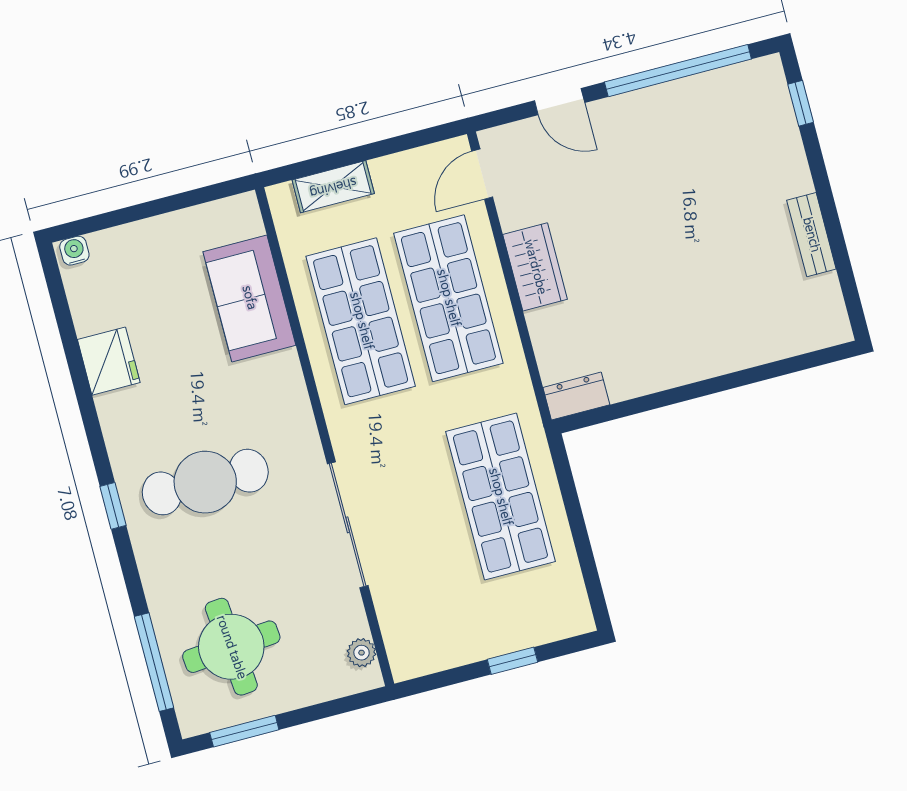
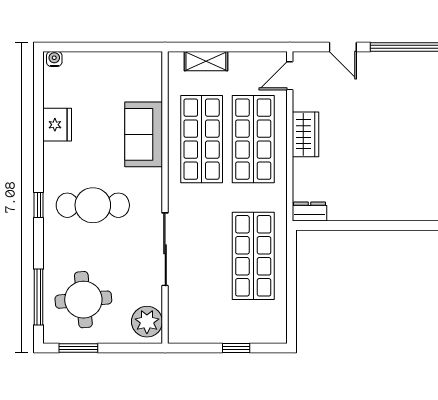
sofa: (249, 298) -> (144, 134), moved
plant: (362, 653) -> (147, 322), width x1.87, depth x1.87

